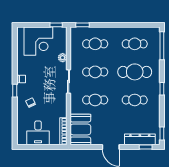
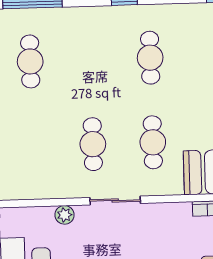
cafe table: (95, 44) -> (33, 146), removed
cafe table: (135, 72) -> (90, 60), removed

